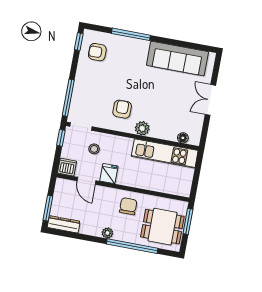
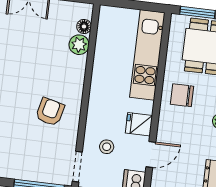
armchair: (122, 109) -> (50, 112), turned 104
plant: (142, 128) -> (79, 45), moved
kitchen unit: (165, 153) -> (147, 55), moved, turned 180

